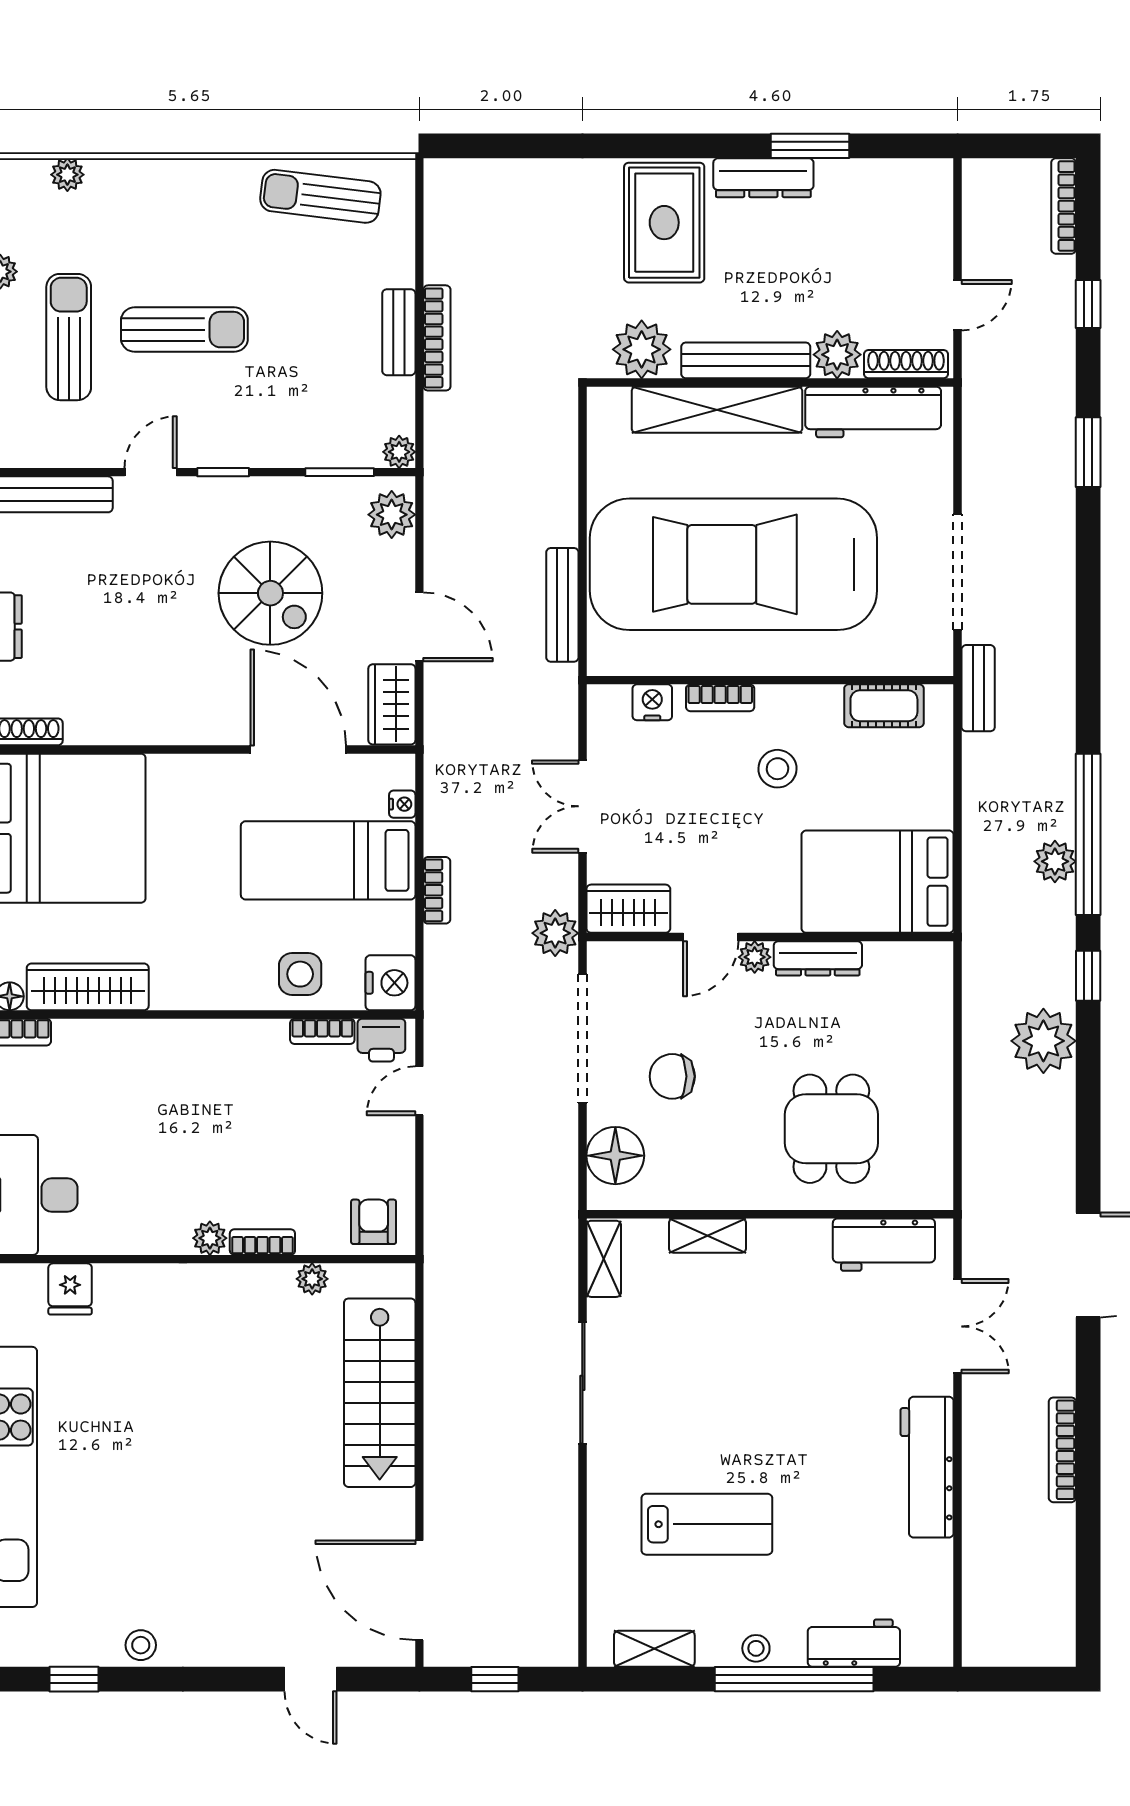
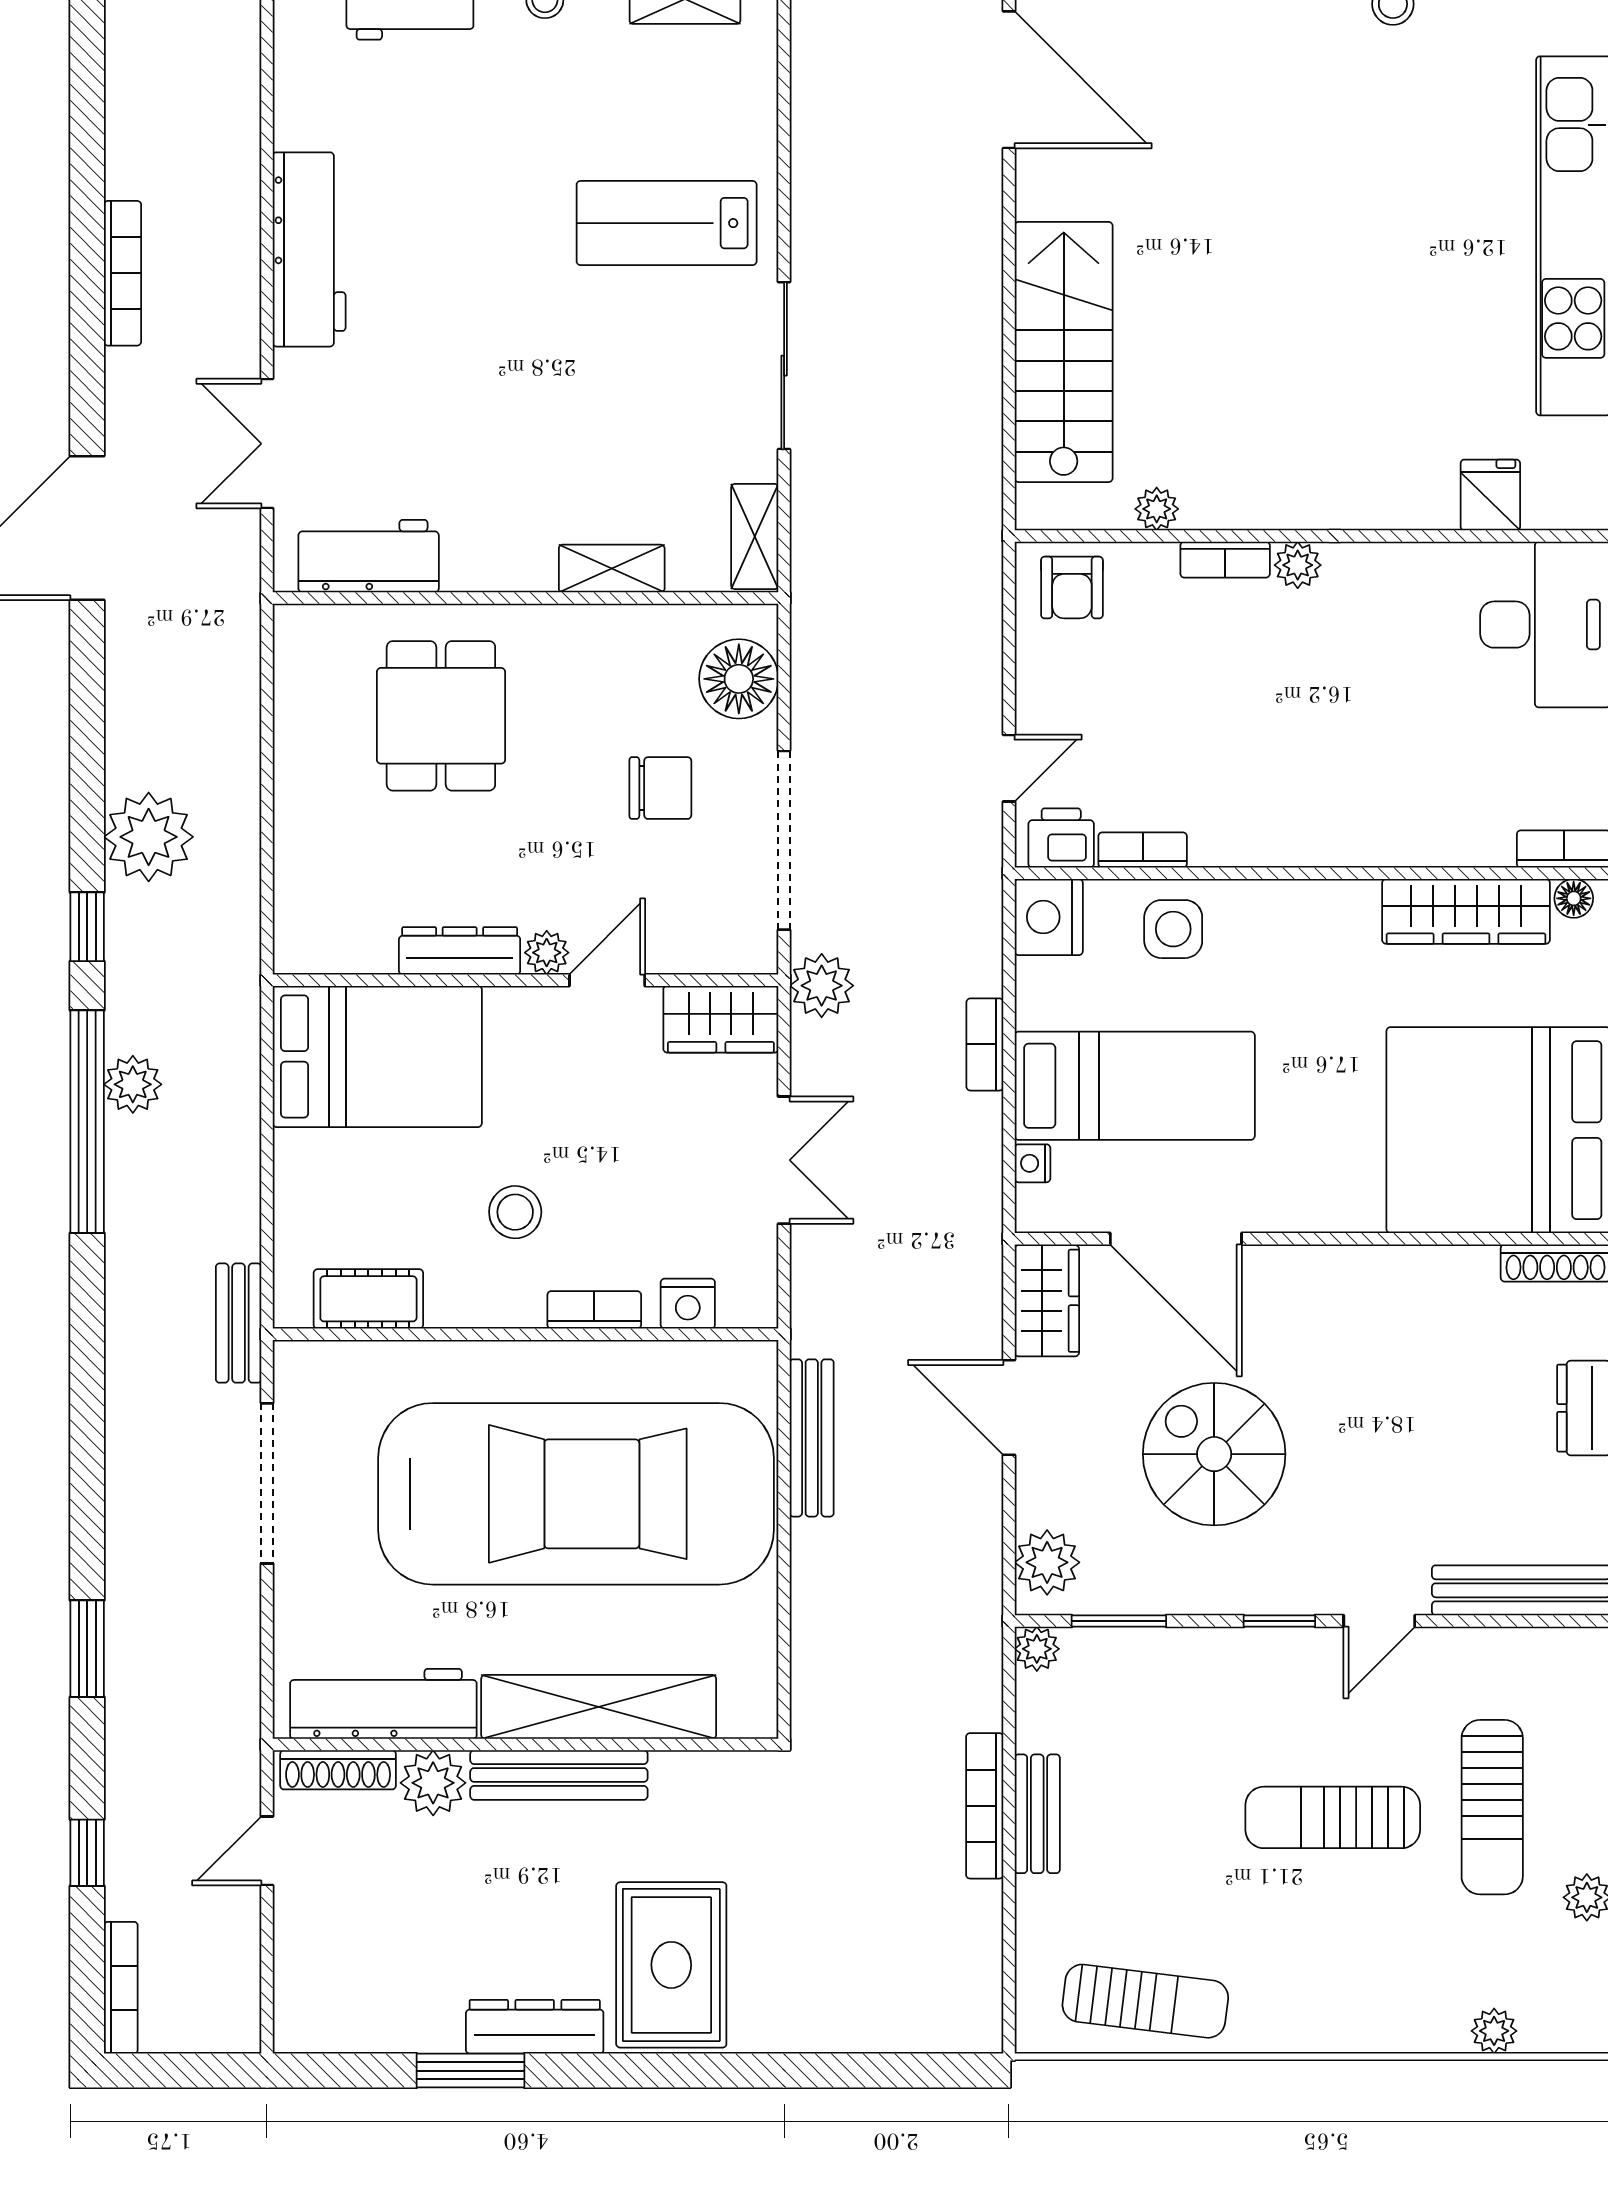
plant: (642, 349) -> (703, 1790), removed
lab bench: (707, 1524) -> (667, 223), moved

